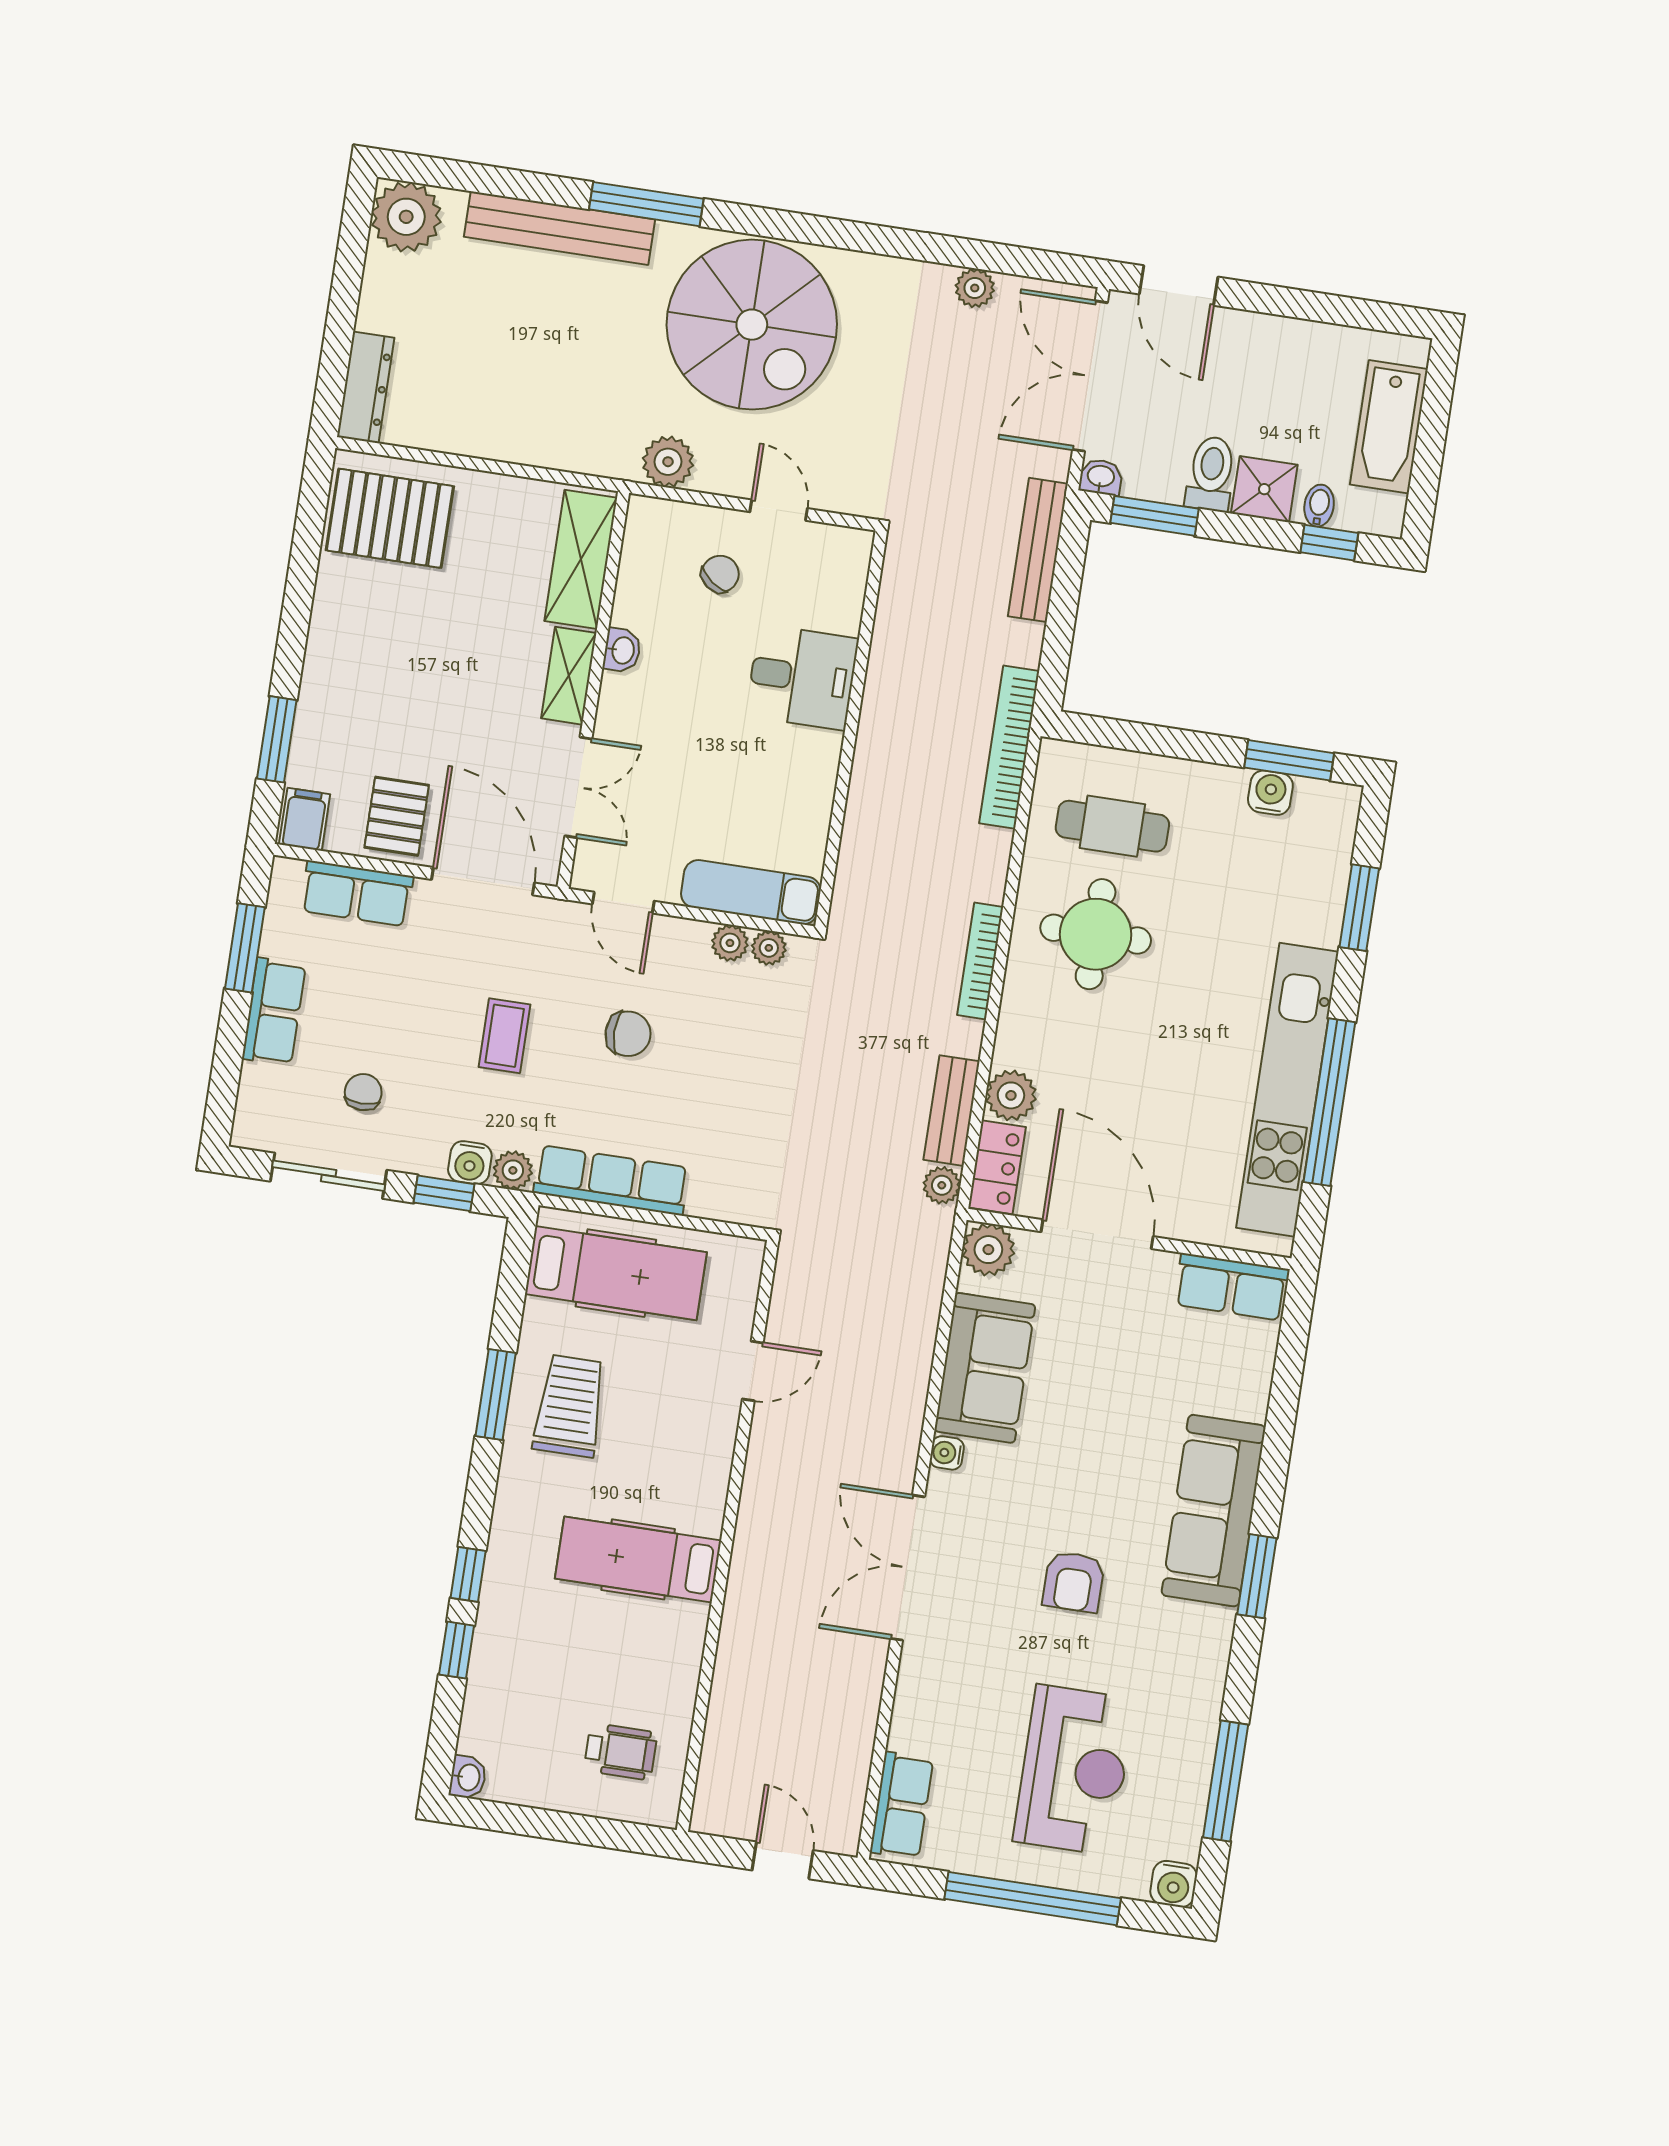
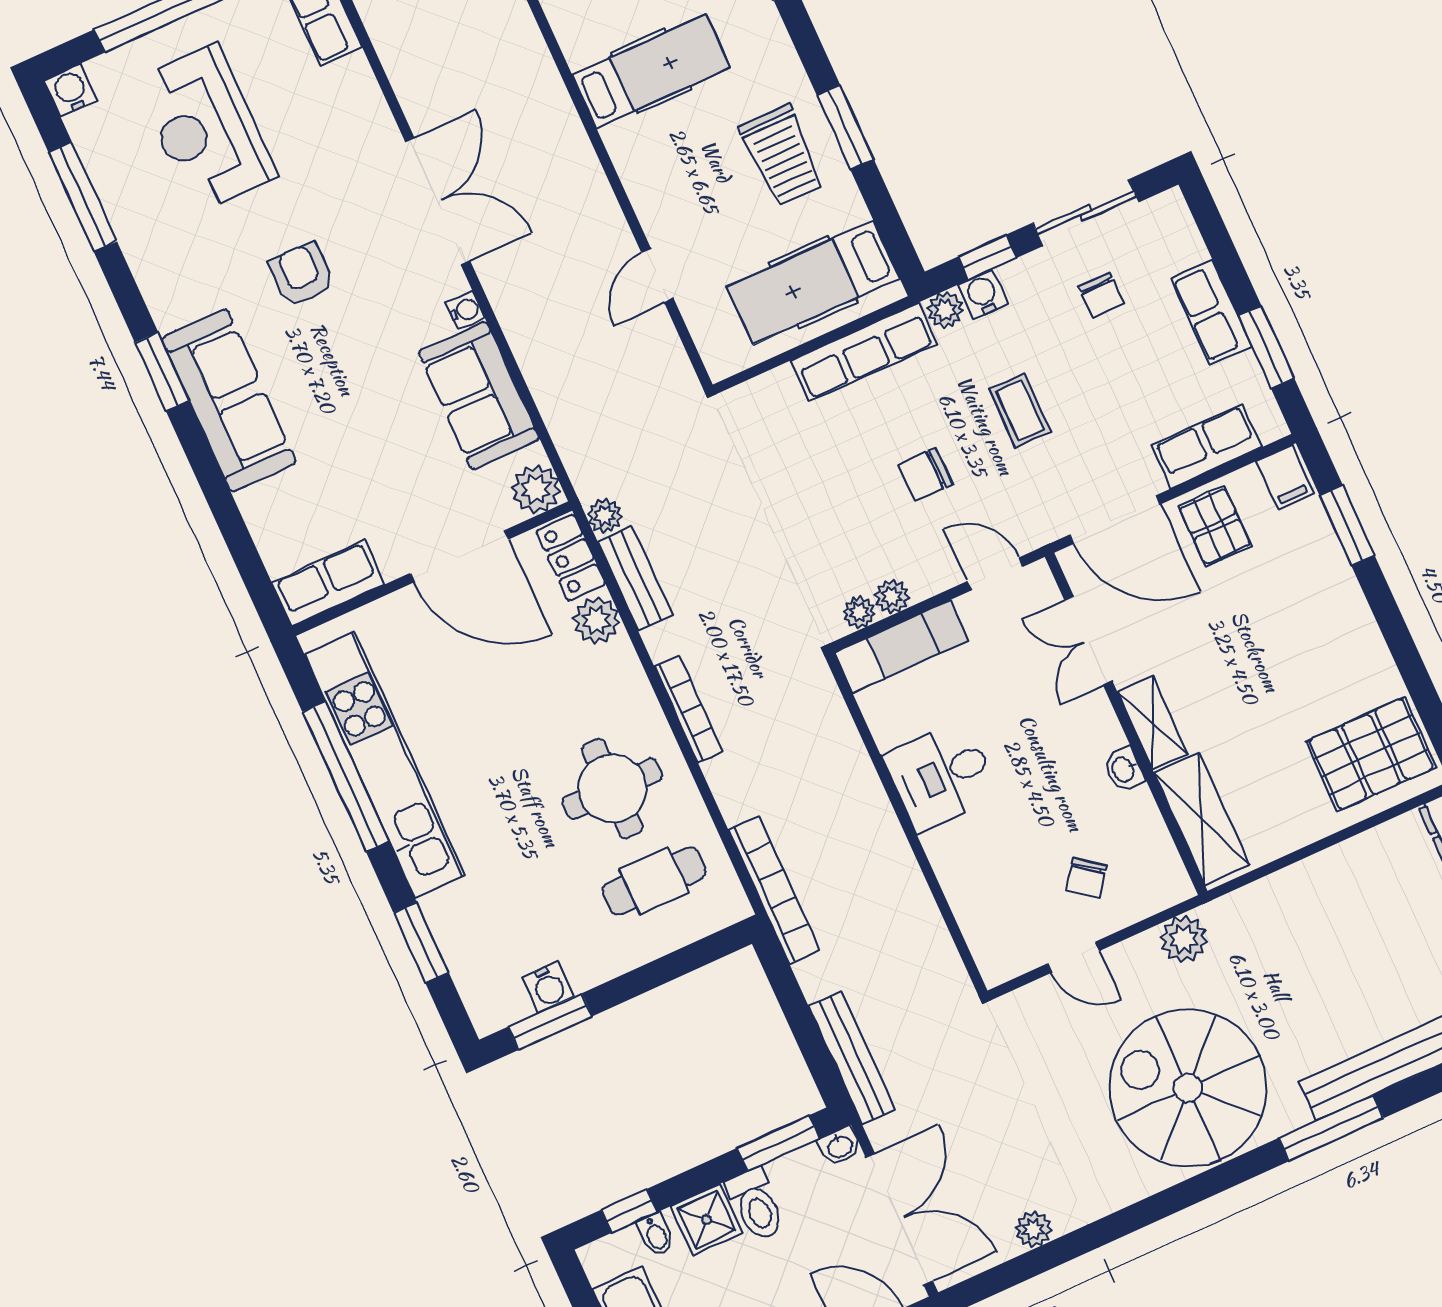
desk: (802, 677) -> (941, 776), moved

